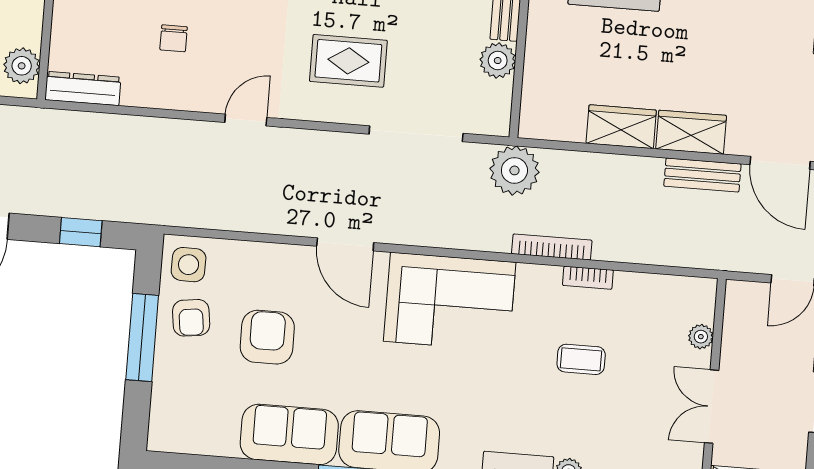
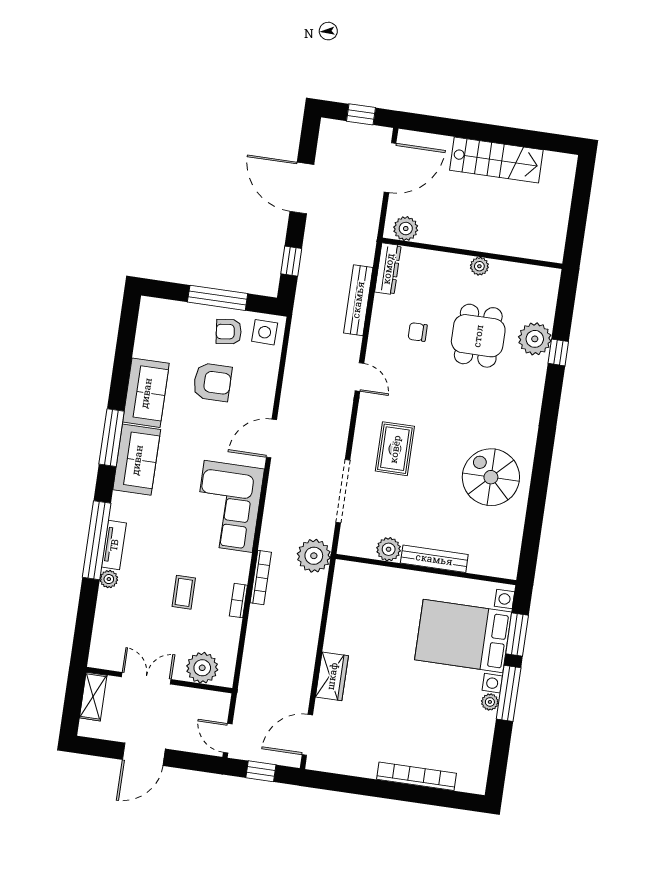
wardrobe: (621, 127) -> (339, 629), removed
bench: (702, 175) -> (358, 300), moved, width x1.36
plant: (701, 337) -> (202, 668), width x1.87, depth x1.87

